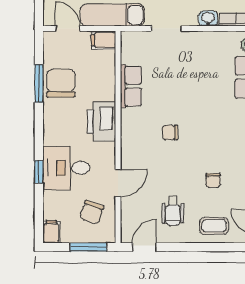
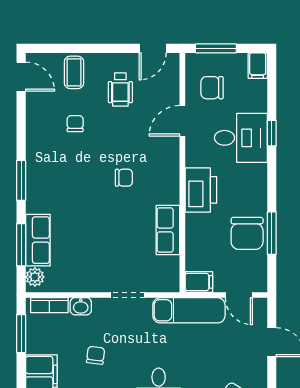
wheelchair: (173, 211) -> (120, 89), turned 180
chair: (92, 212) -> (212, 88), turned -109
coffee table: (214, 226) -> (74, 72), turned 90

